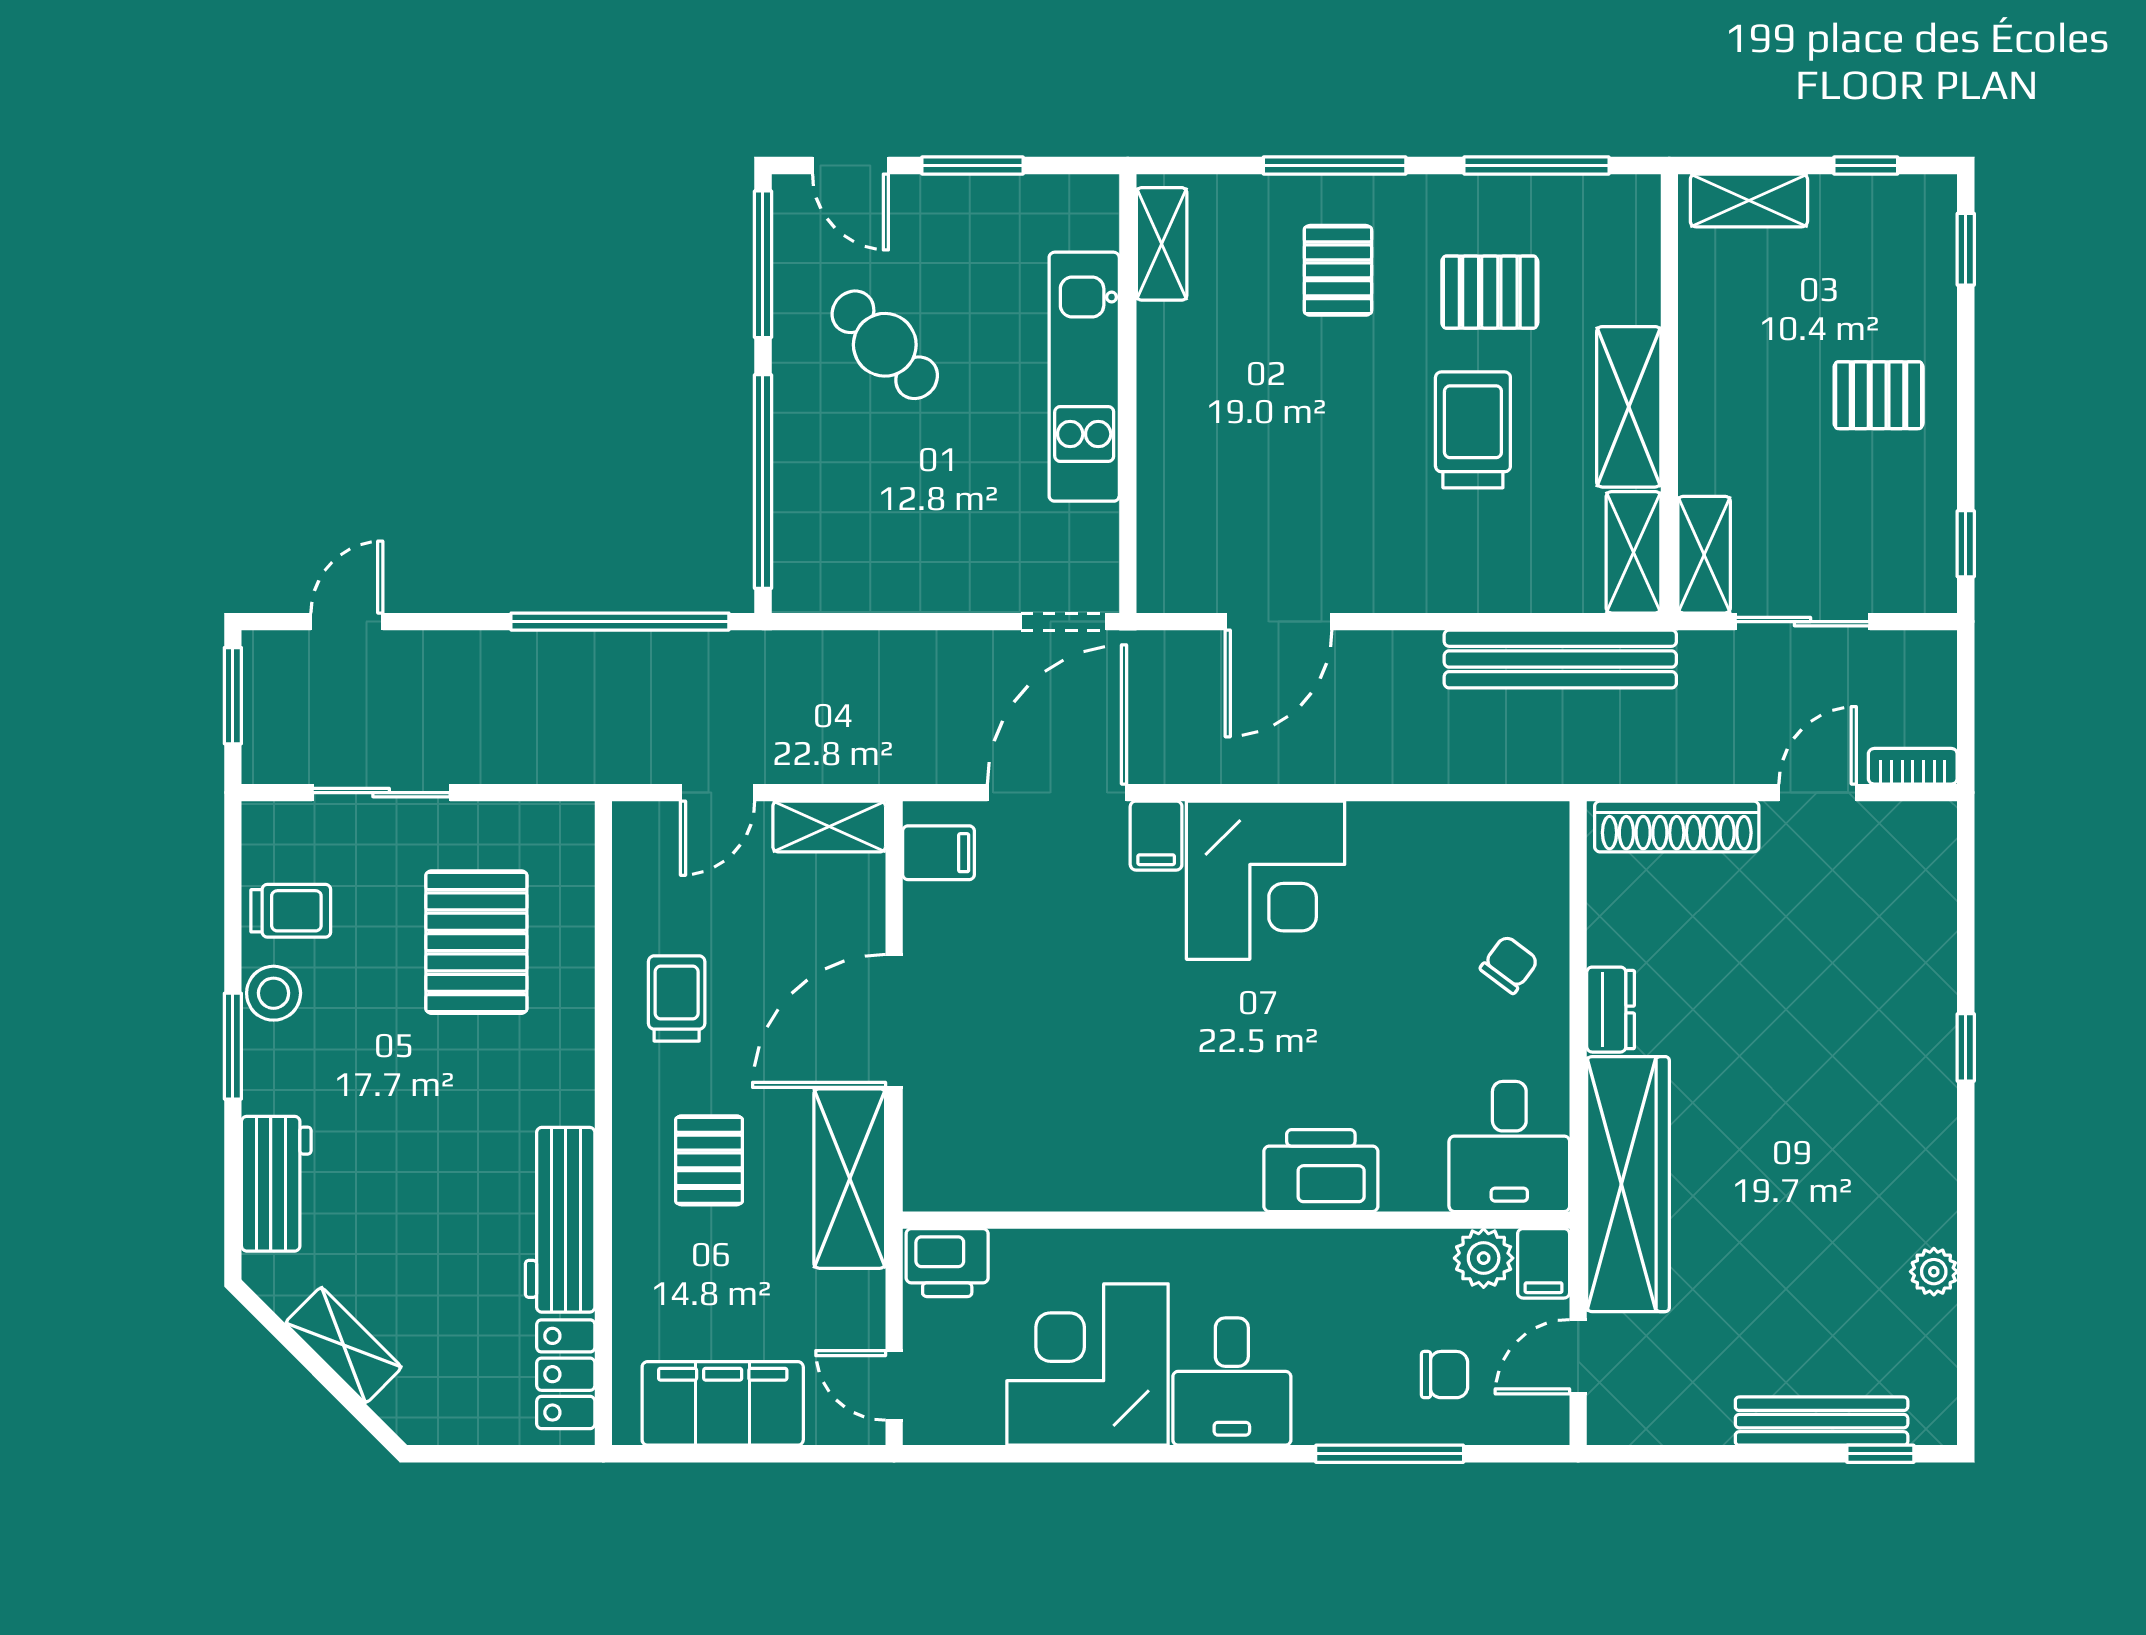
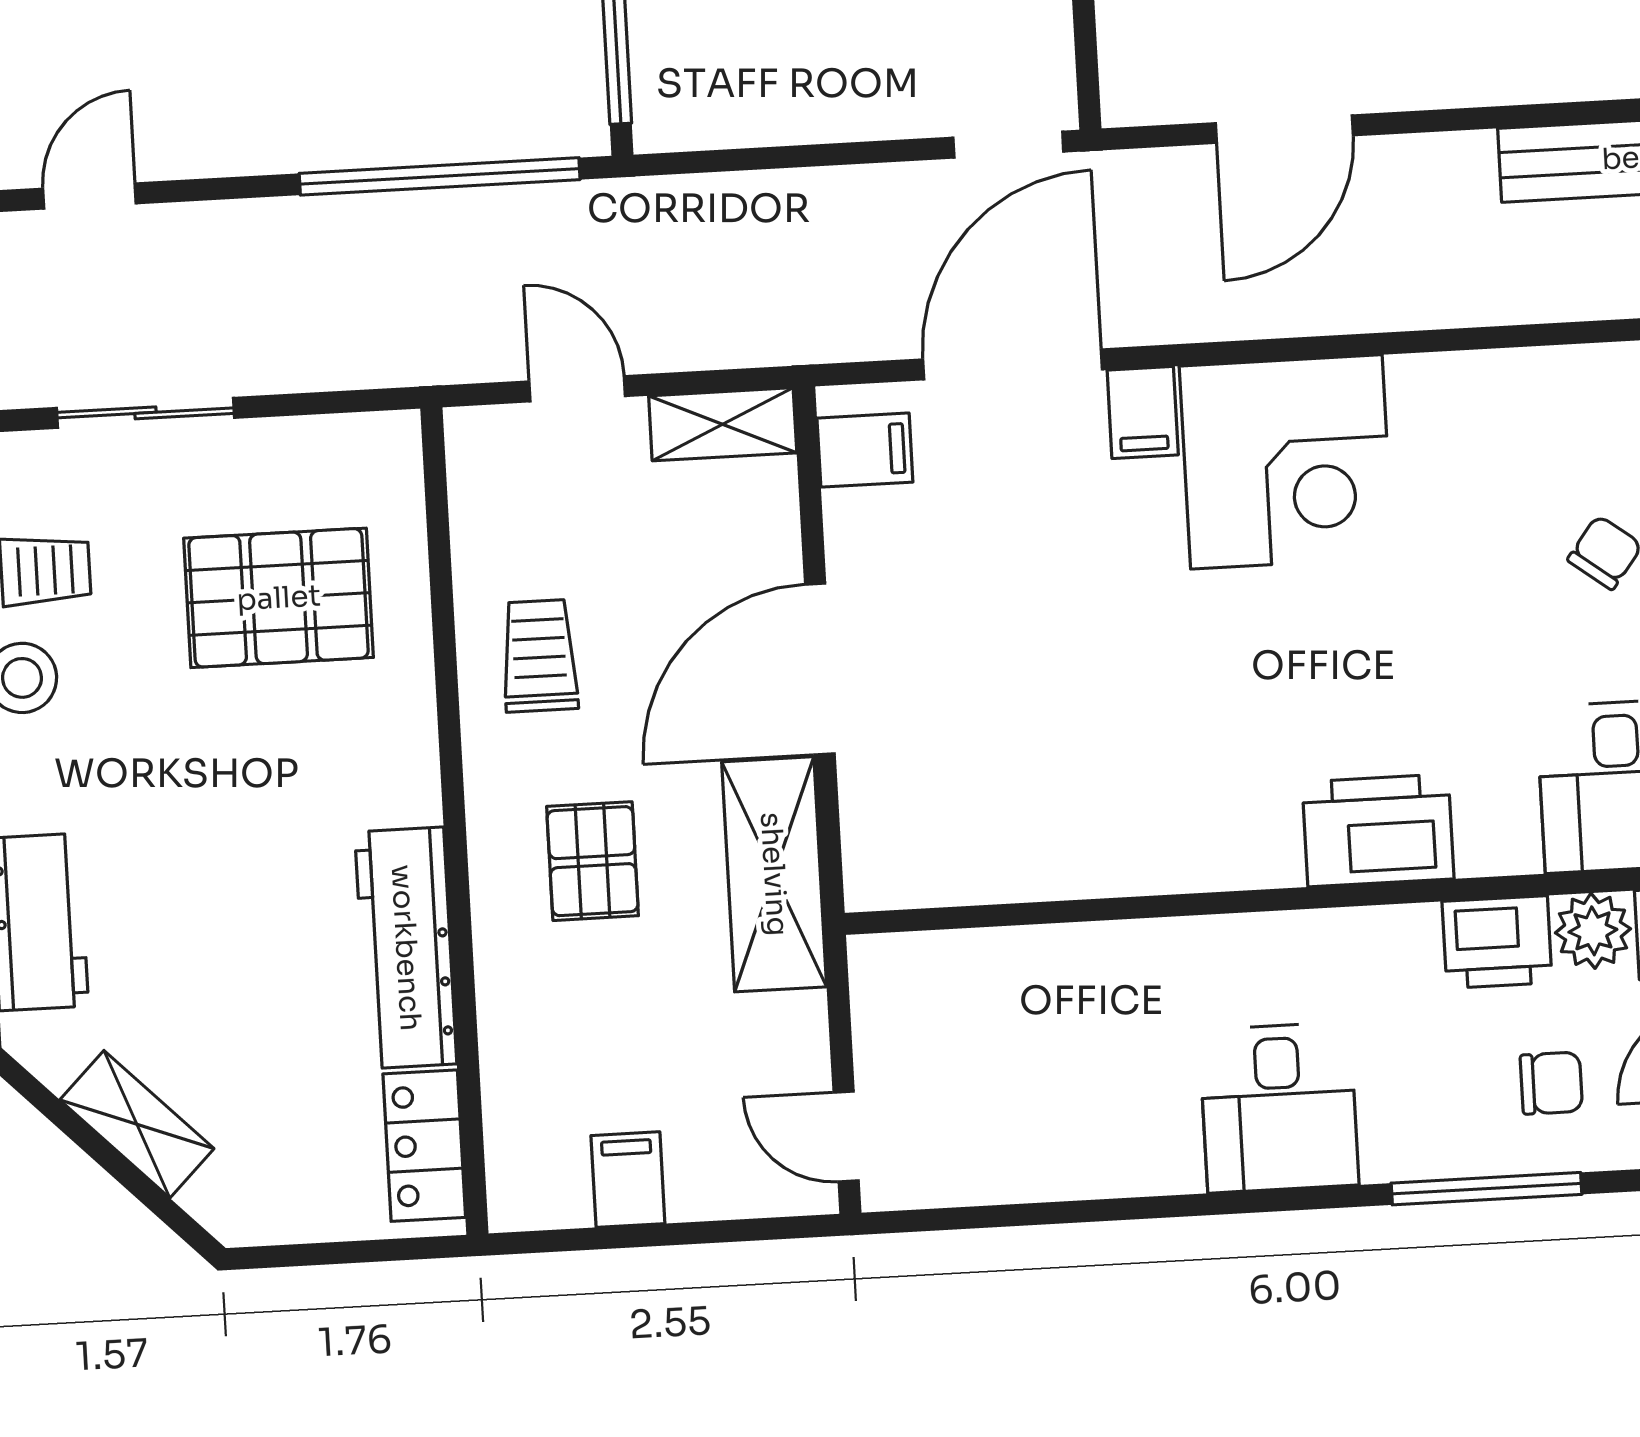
door: (718, 793) -> (577, 389), swing flipped
pallet: (476, 942) -> (279, 598), turned 90
printer: (947, 1263) -> (1497, 942), moved
corner desk: (1088, 1365) -> (1093, 1096), removed
filing cabinet: (723, 1403) -> (628, 1180), width x0.33, depth x0.86

